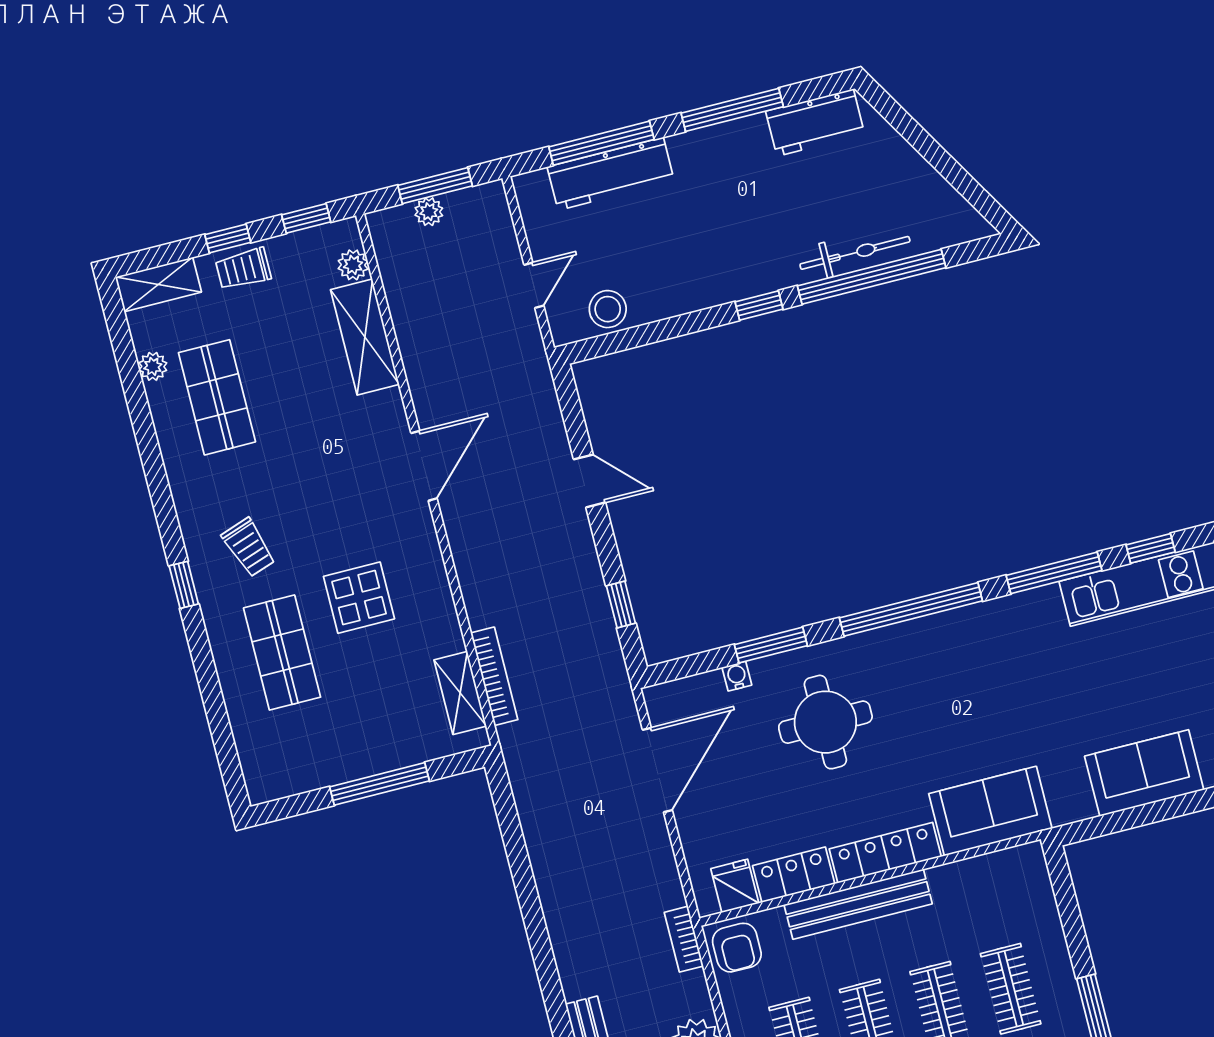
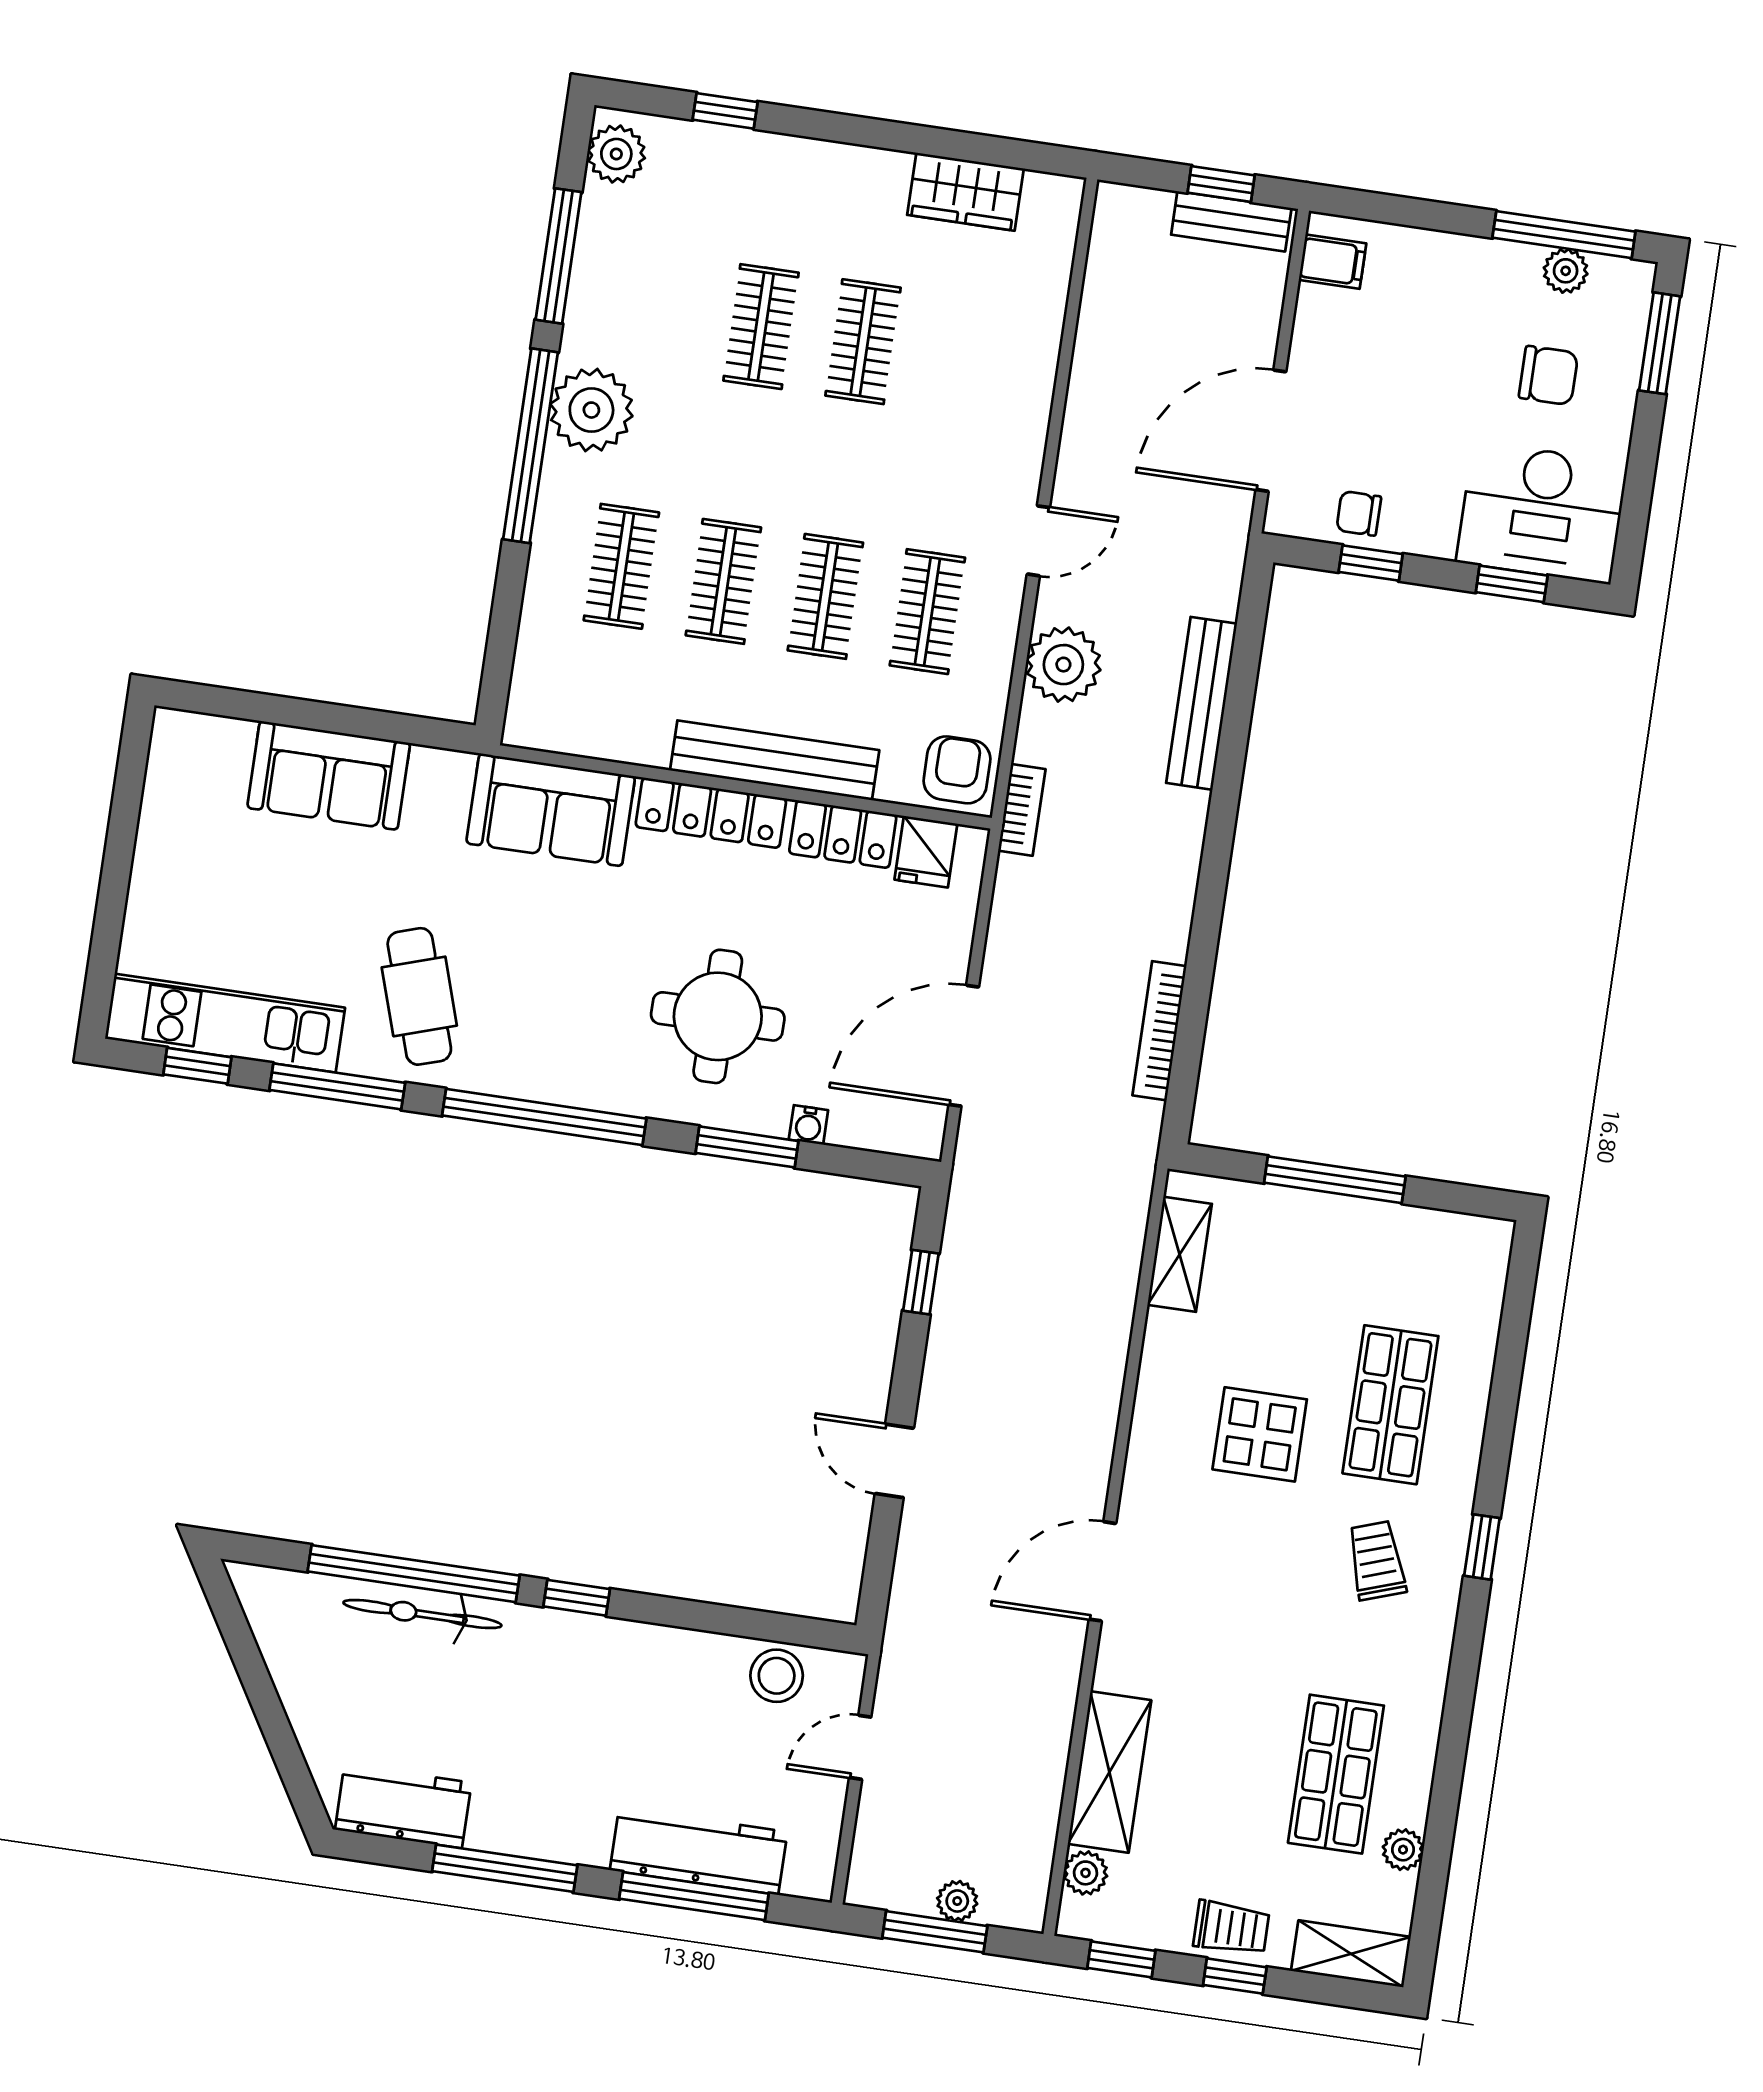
cafe table: (1025, 654) -> (419, 996), added
bookcase: (494, 676) -> (1159, 1031), moved

